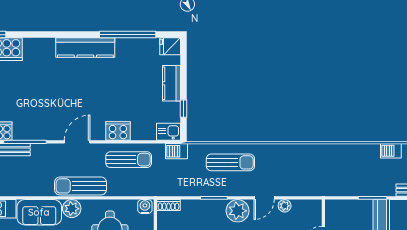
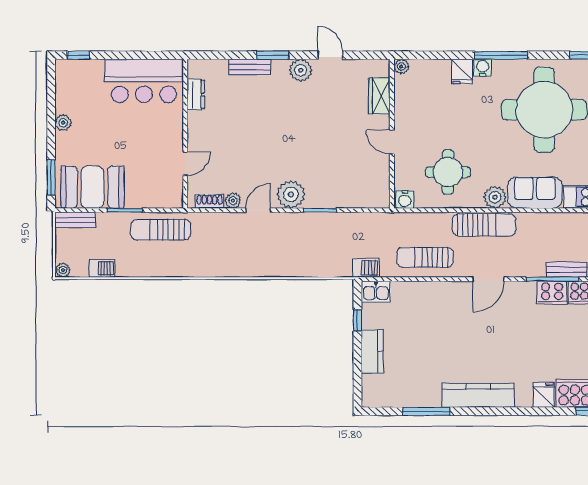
window: (128, 35) -> (426, 411), width x0.68
fridge: (170, 46) -> (544, 395), moved, turned -90
cooker: (118, 131) -> (552, 293), moved
sun lounger: (230, 162) -> (161, 230), moved
shoe rack: (169, 205) -> (209, 201), moved

